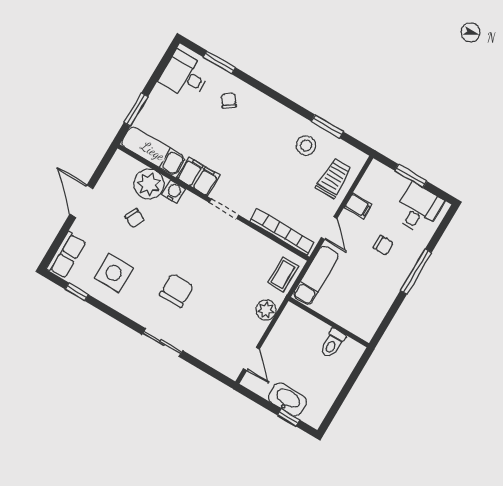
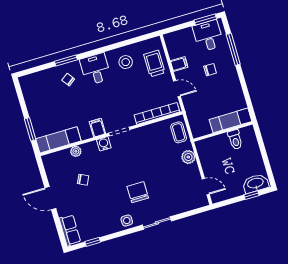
window: (219, 62) -> (66, 61), moved
desk: (185, 75) -> (95, 69), moved, turned 90
window: (327, 126) -> (126, 43), removed
window: (411, 176) -> (205, 19), moved
filing cabinet: (198, 177) -> (97, 128), width x0.50
plant: (149, 184) -> (76, 151), width x0.53, depth x0.53
water cooler: (174, 192) -> (104, 144), moved
window: (416, 271) -> (233, 49), moved
side table: (114, 273) -> (127, 221), moved, width x0.54, depth x0.54
exam couch: (316, 275) -> (230, 120), moved, turned -90
washbasin: (288, 399) -> (256, 183), moved

